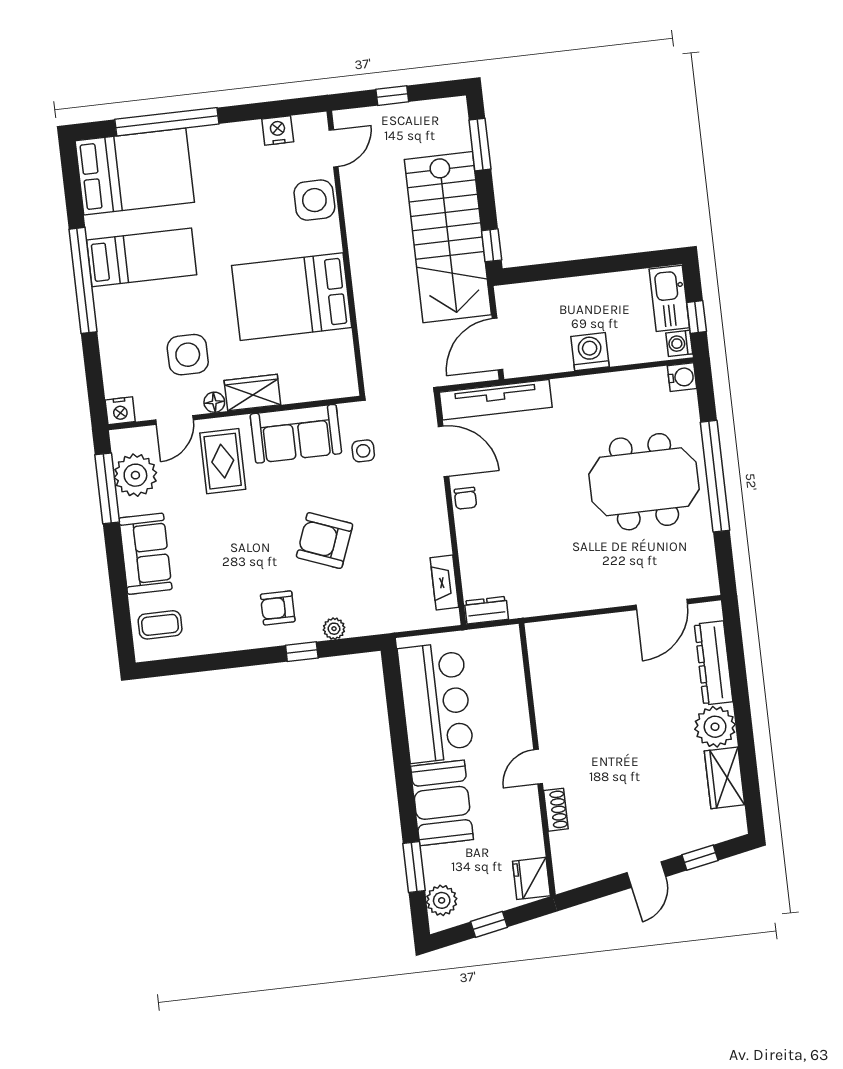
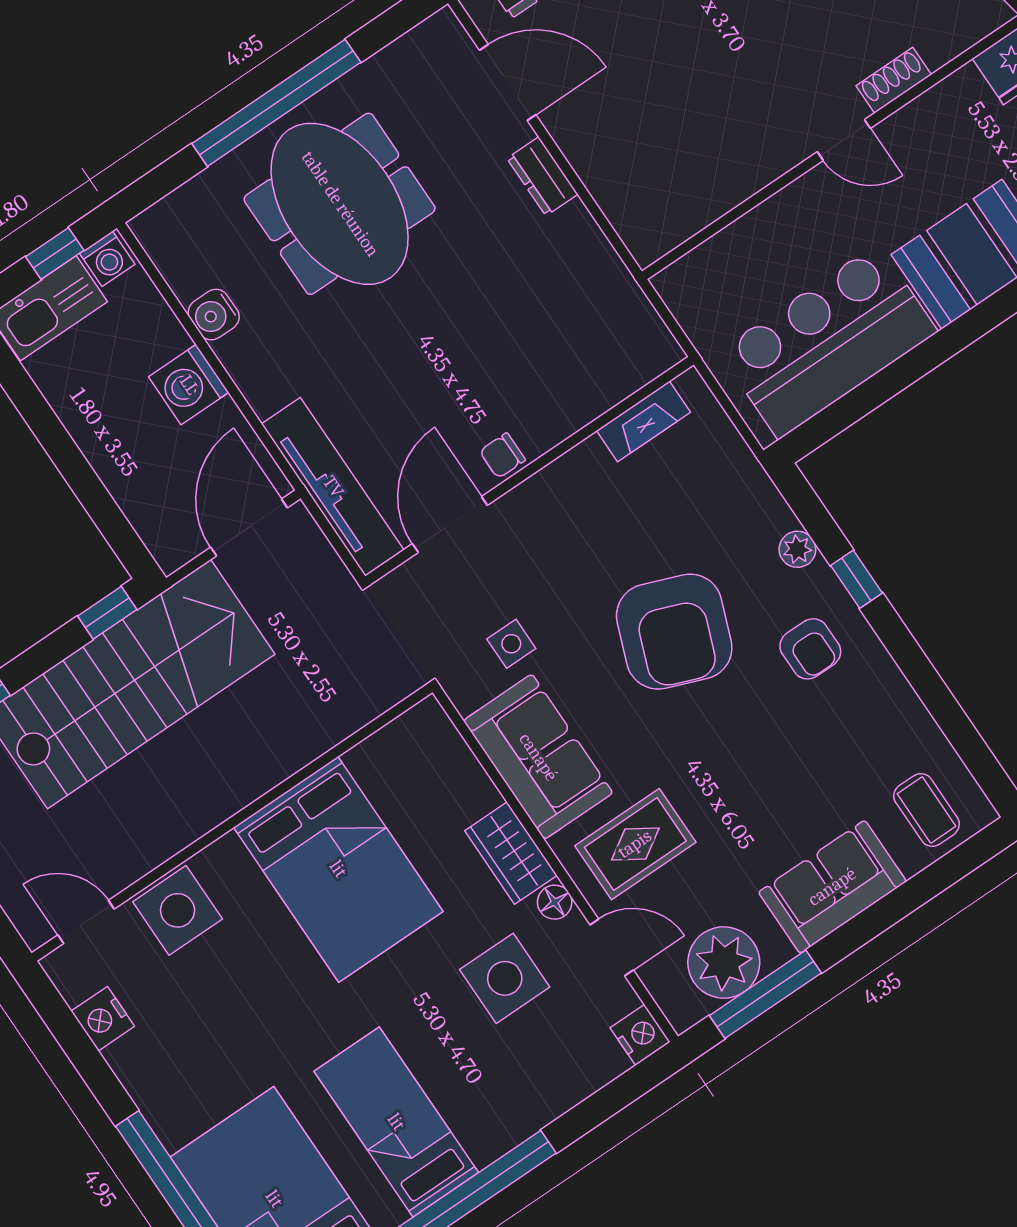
door: (497, 344) -> (249, 527), swing flipped
water cooler: (682, 377) -> (214, 315), moved, turned -90
chair: (465, 498) -> (502, 456), turned 180
armchair: (325, 541) -> (674, 632), width x1.36, depth x1.36
dresser: (486, 610) -> (542, 176), moved

